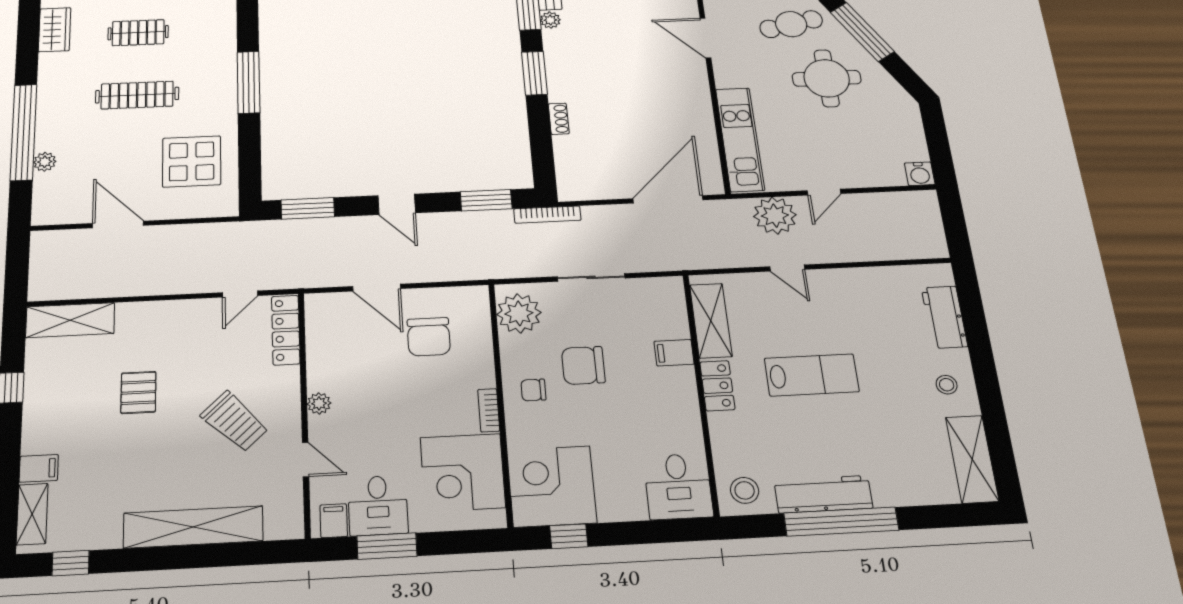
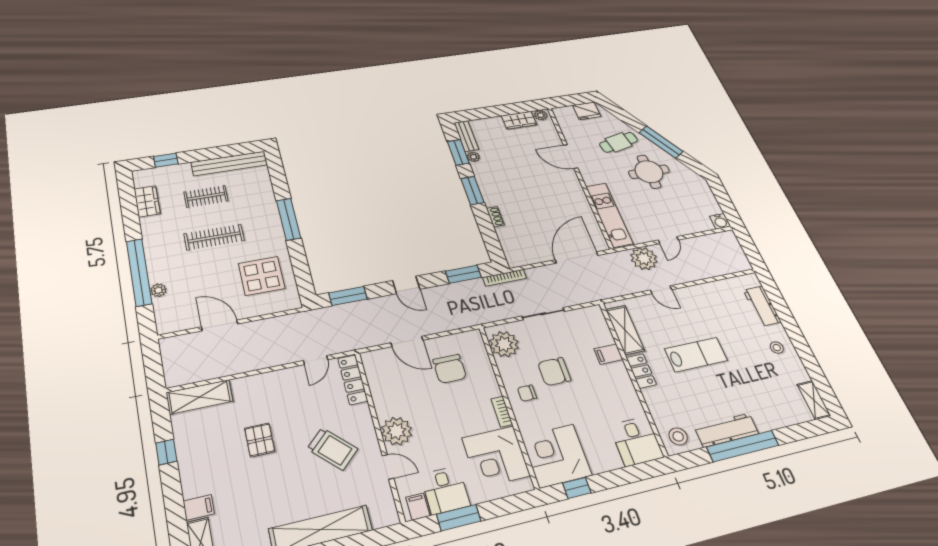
plant: (319, 403) -> (397, 431), width x1.87, depth x1.87
shelving: (972, 459) -> (814, 400), width x0.67, depth x0.75

